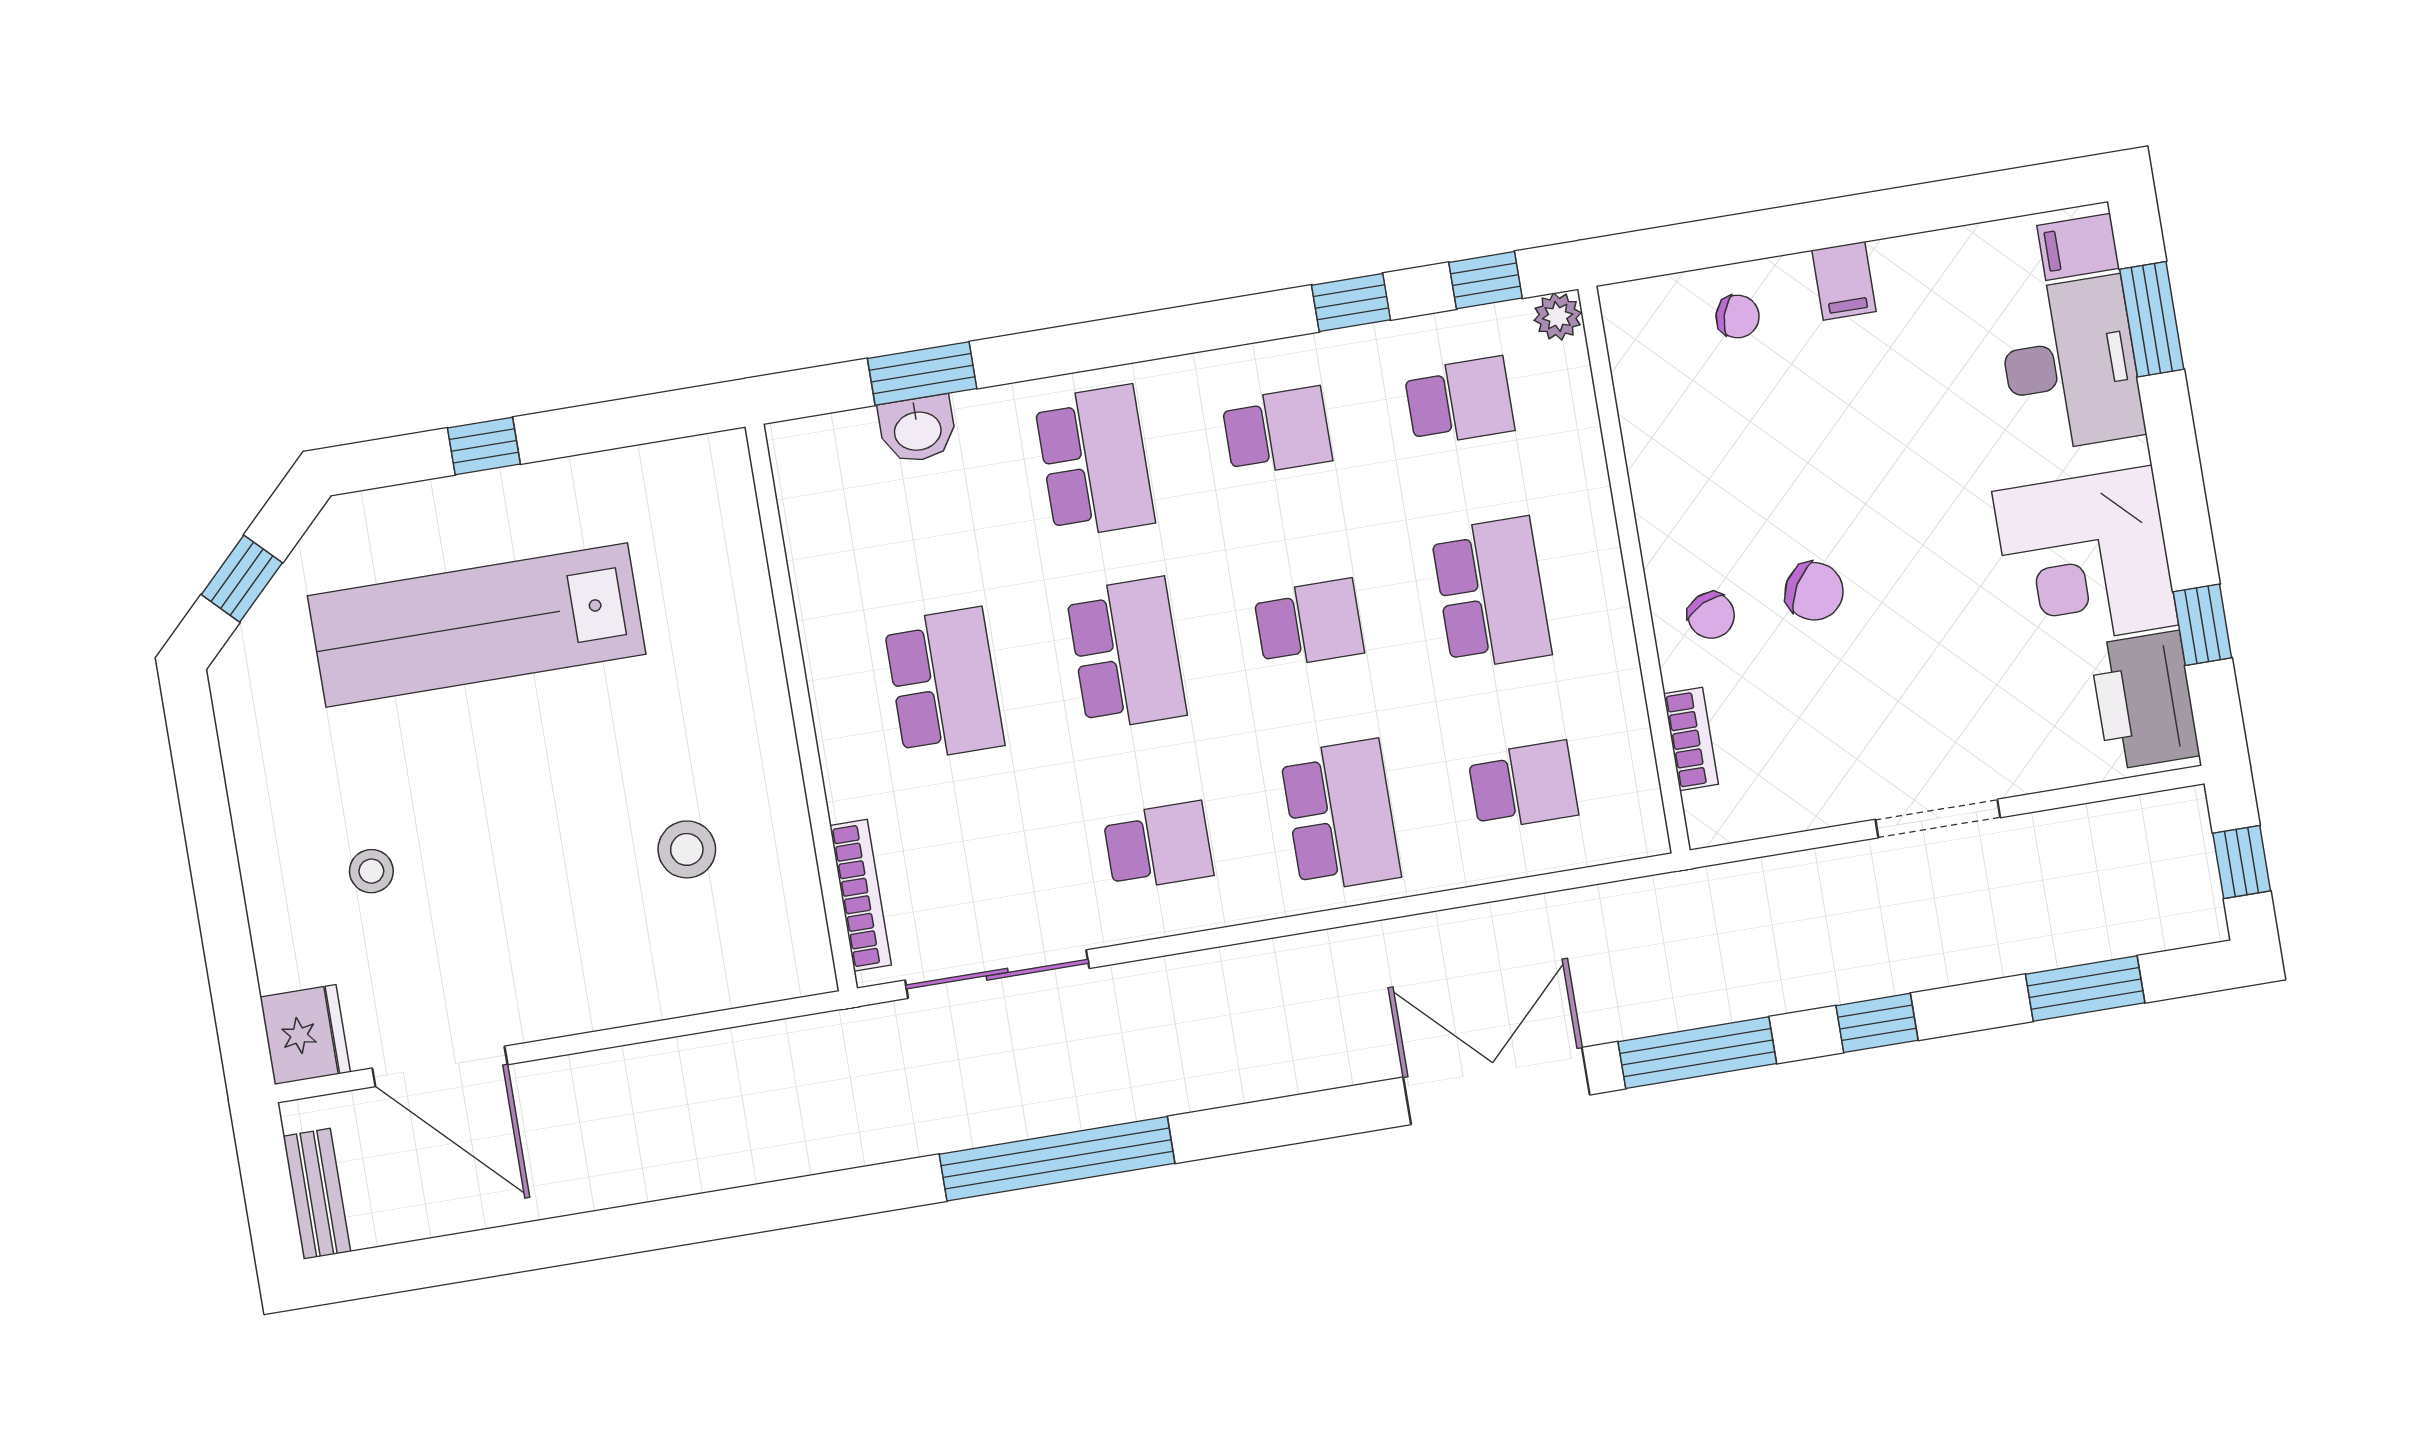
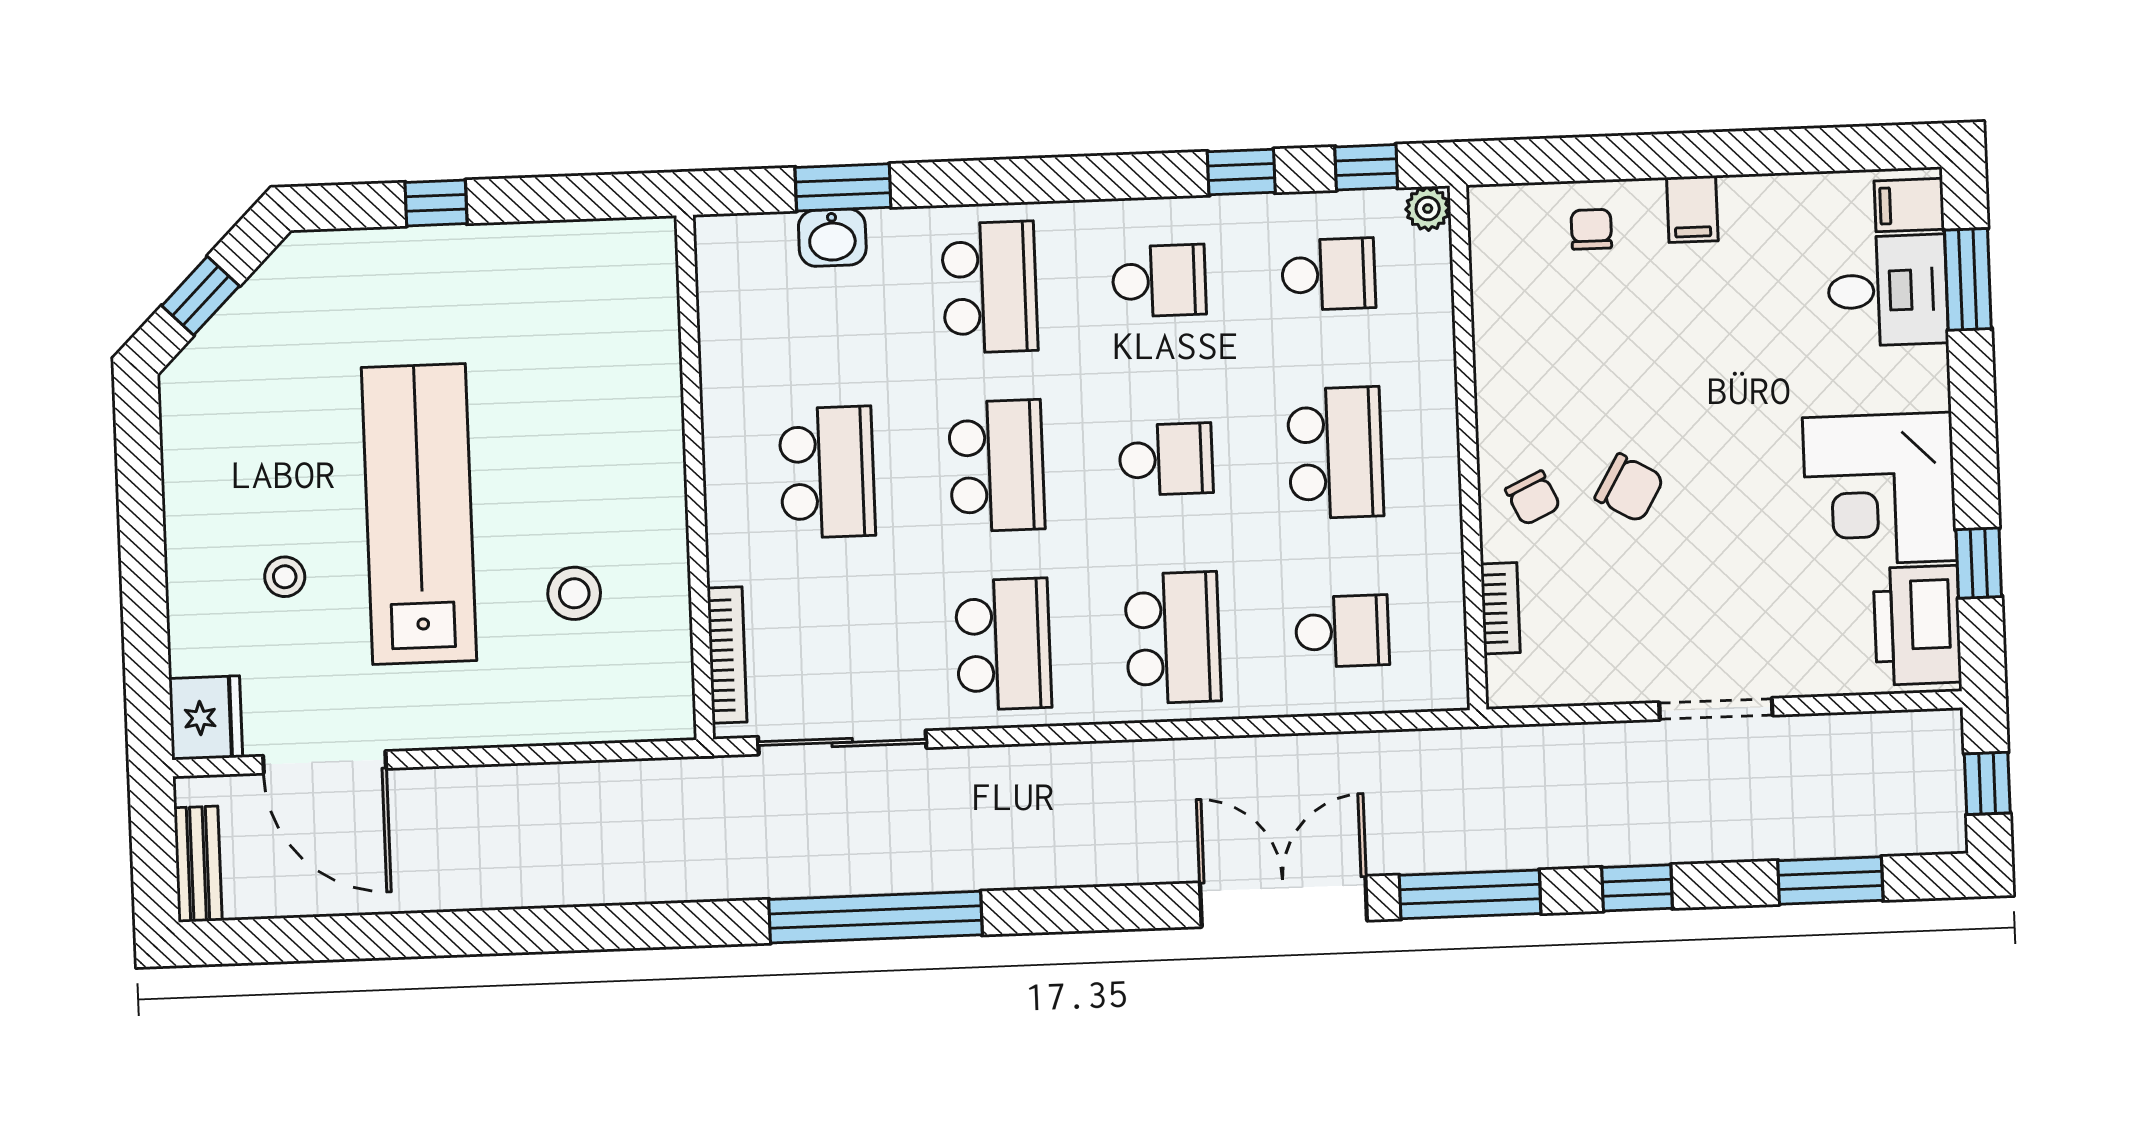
chair: (1738, 316) -> (1591, 229), turned -107
desk: (2070, 364) -> (1888, 291), width x0.73
lab bench: (477, 625) -> (419, 514), moved, turned 90
school desk: (1158, 846) -> (1003, 644), width x1.85

